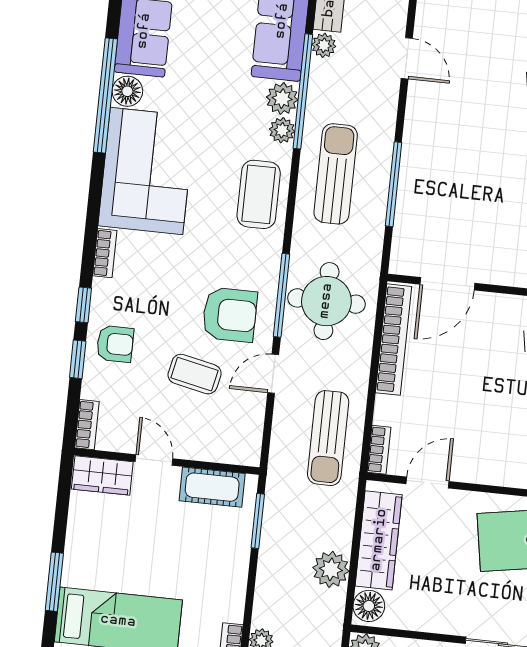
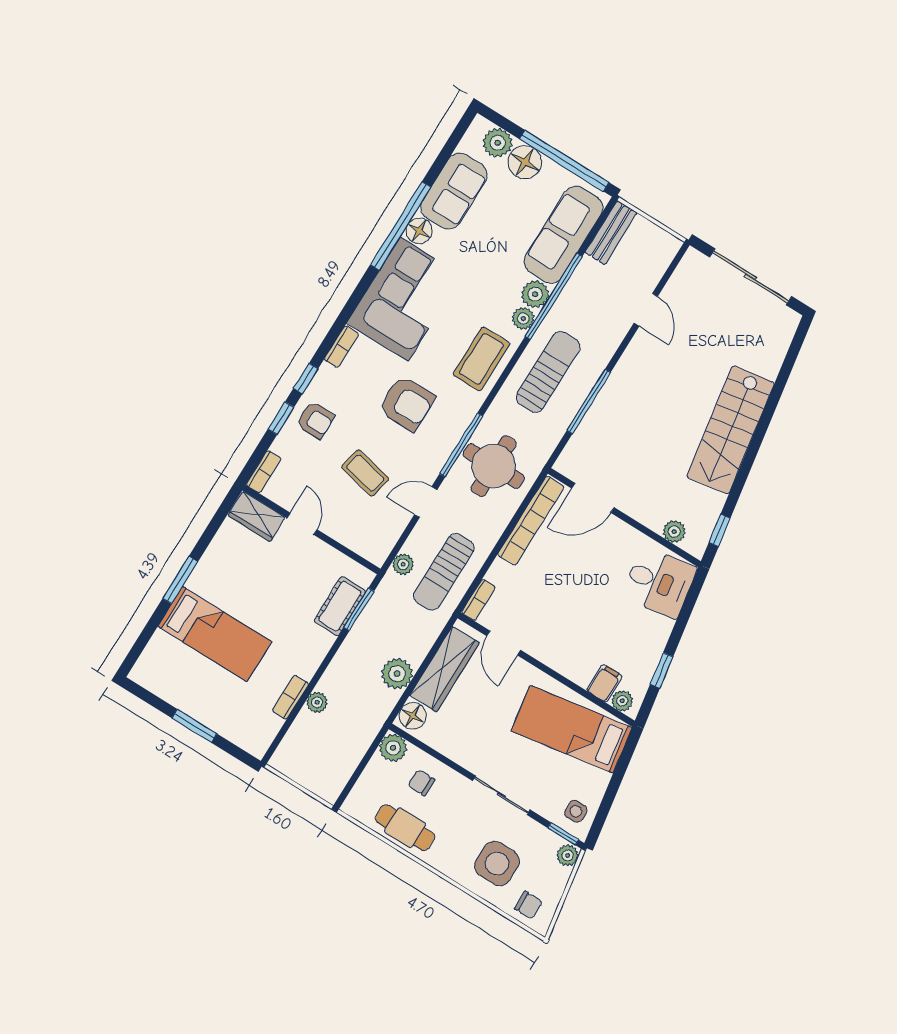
plant: (324, 45) -> (403, 564), moved
armchair: (230, 315) -> (407, 403), moved
door: (428, 483) -> (504, 643), swing flipped
cot: (212, 487) -> (340, 606), moved, turned 90

